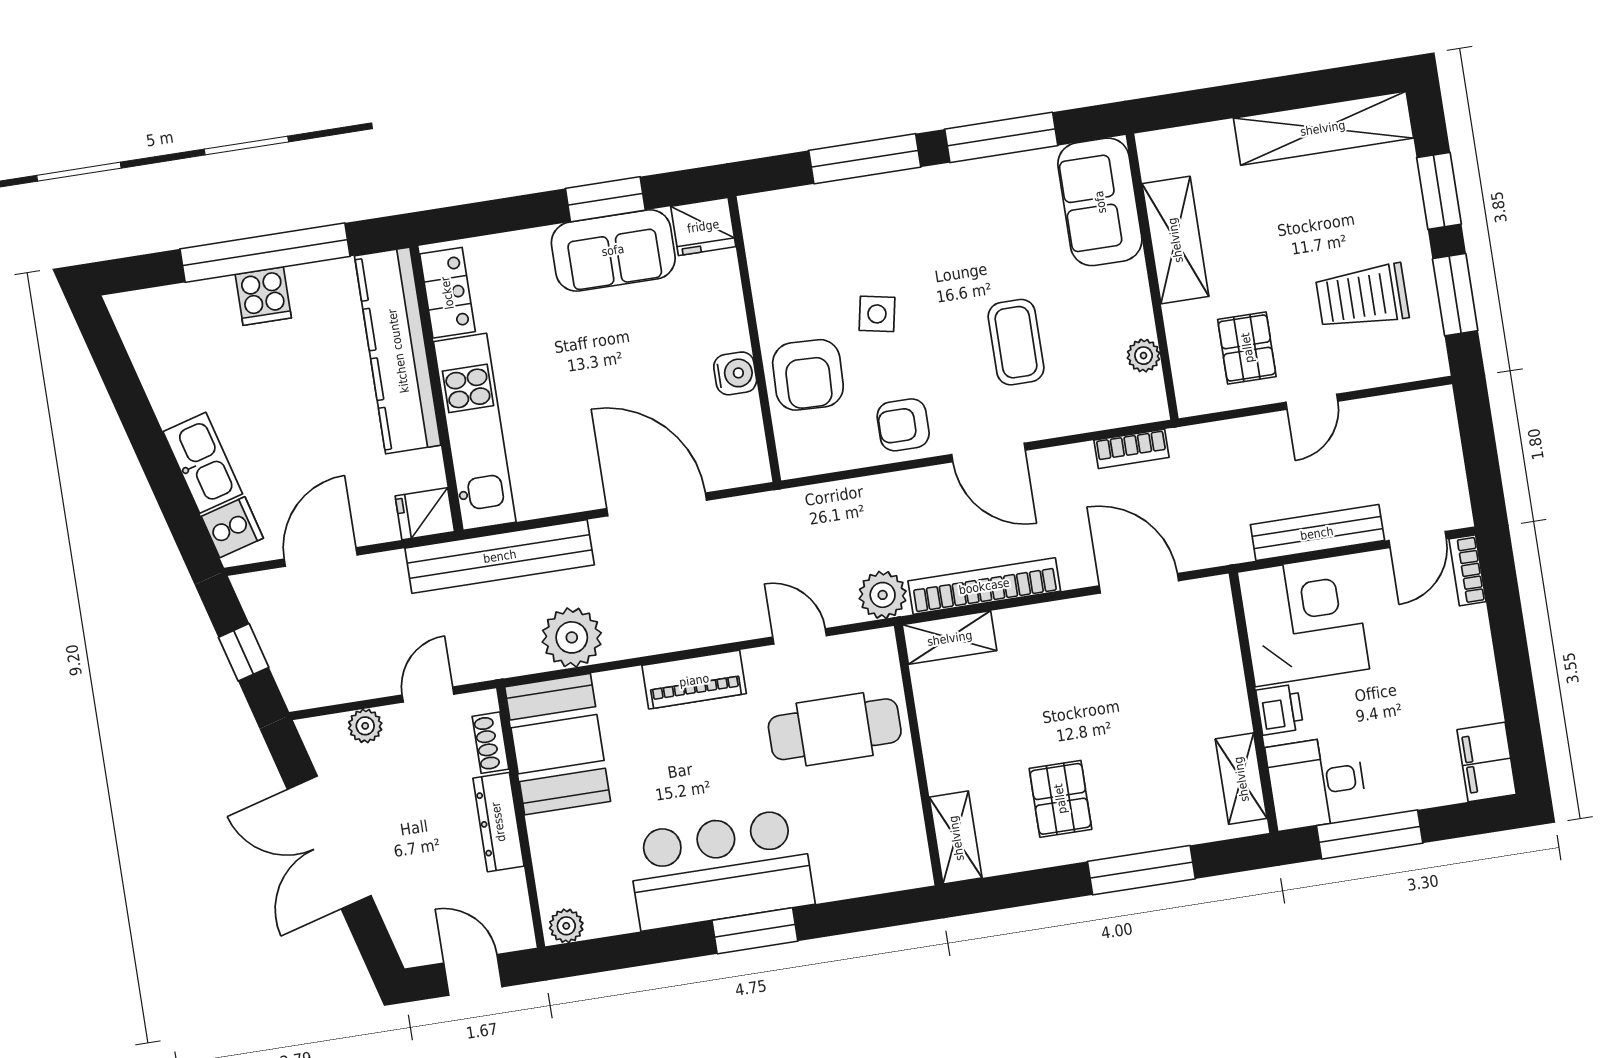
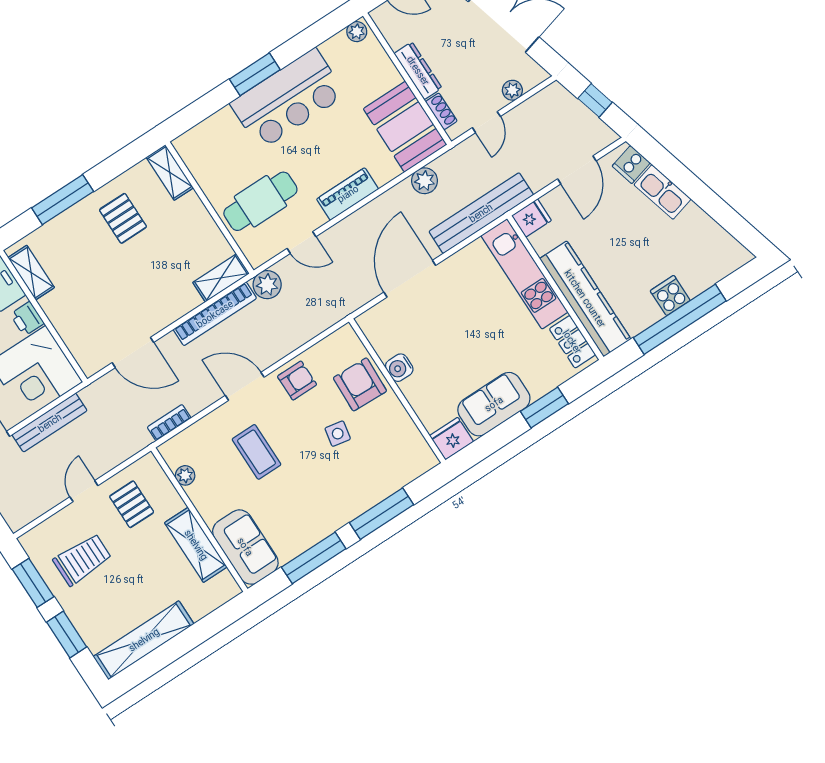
window: (605, 199) -> (544, 408), moved
door: (657, 504) -> (410, 279), swing flipped
plant: (572, 637) -> (425, 181), width x0.73, depth x0.73

